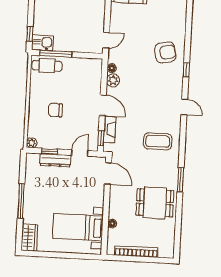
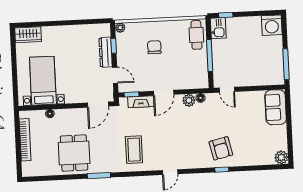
window: (56, 54) -> (210, 55), moved
window: (186, 70) -> (222, 170), moved
window: (21, 201) -> (63, 23), removed

